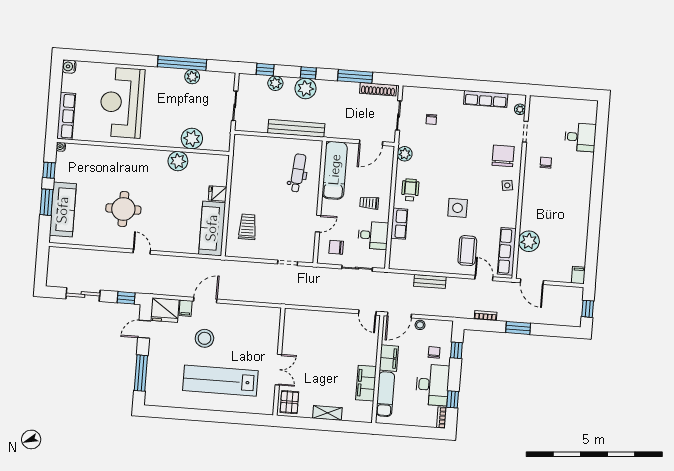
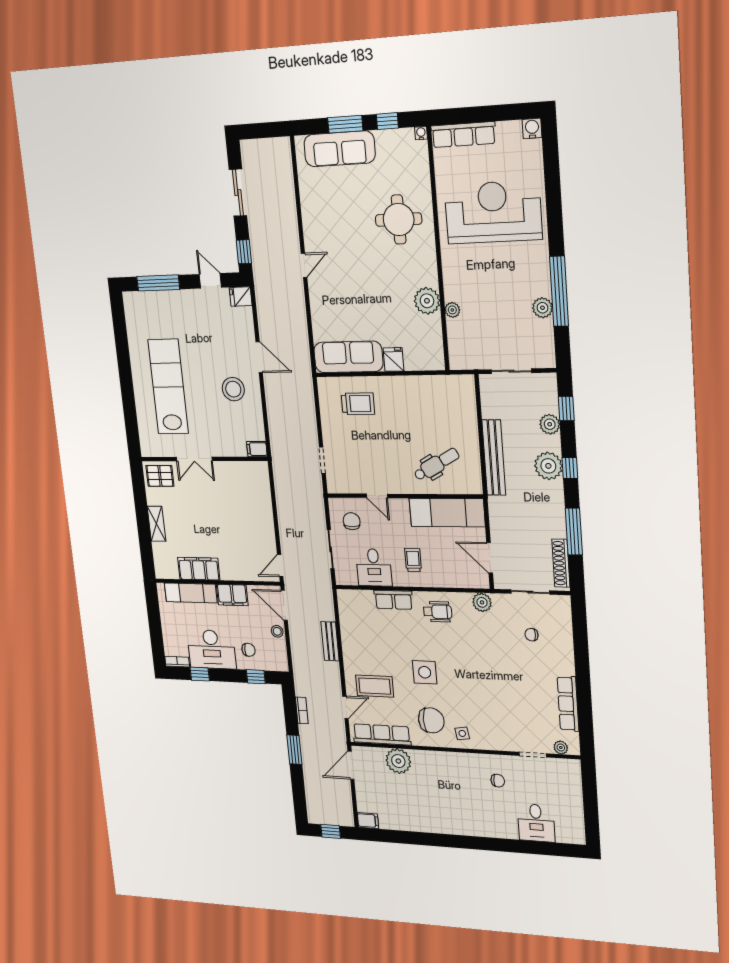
plant: (192, 139) -> (452, 310), width x0.53, depth x0.53
chair: (503, 156) -> (431, 720), moved
dental chair: (298, 173) -> (436, 464), turned -34
round table: (123, 209) -> (399, 219), moved
filing cabinet: (186, 308) -> (257, 449), moved
fridge: (165, 310) -> (241, 297), width x0.53, depth x0.75
stool: (204, 338) -> (233, 389), moved

